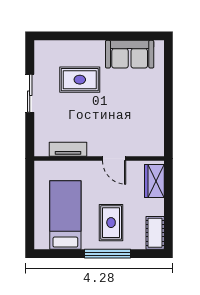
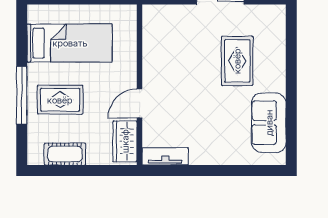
tv unit: (68, 149) -> (165, 156), moved, turned -90
wardrobe: (154, 181) -> (125, 141), moved, turned -90
cot: (155, 233) -> (65, 154), moved

